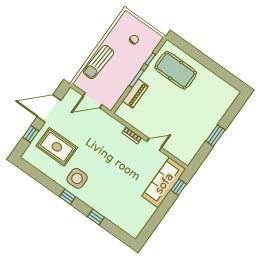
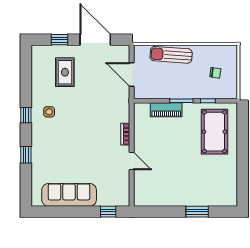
window: (215, 136) -> (197, 212), moved
rug: (57, 147) -> (65, 72), width x0.73, depth x0.70
side table: (77, 178) -> (49, 112), width x0.54, depth x0.54
sofa: (164, 183) -> (69, 195), moved

